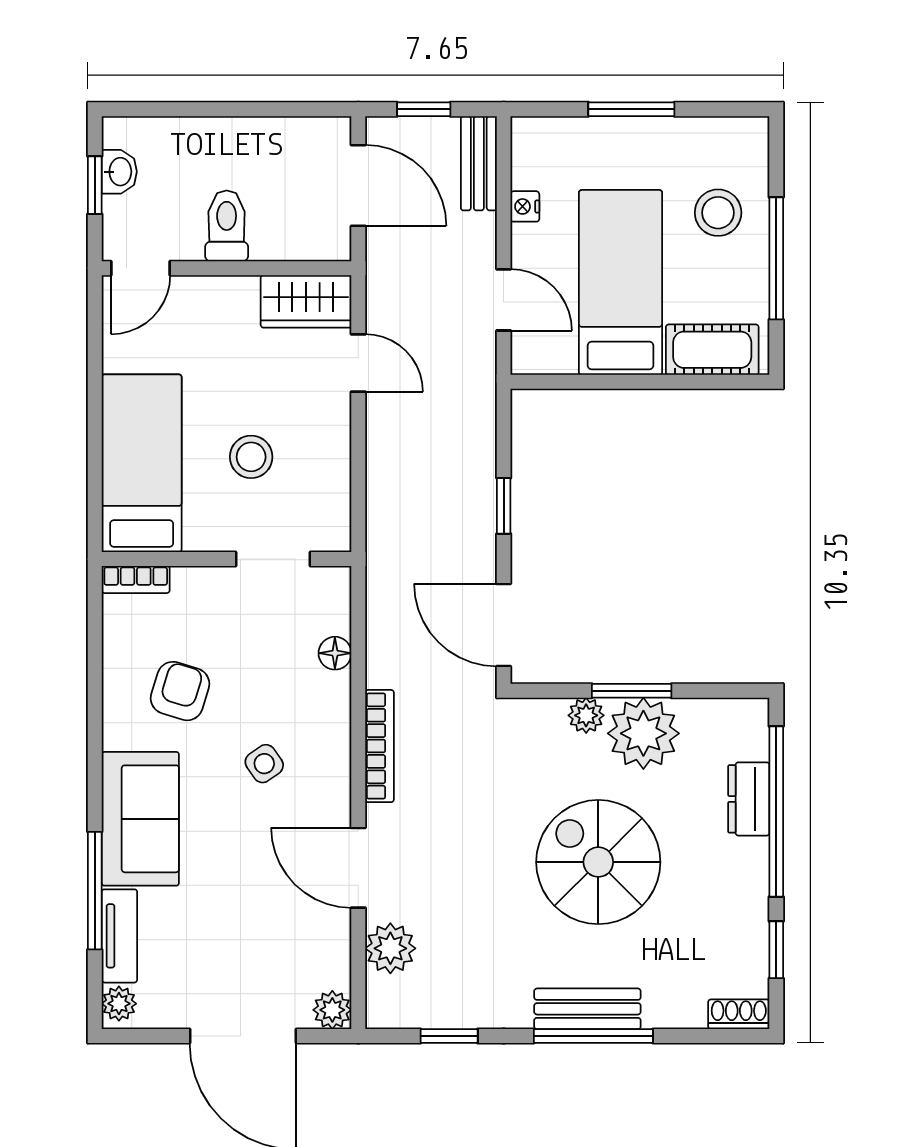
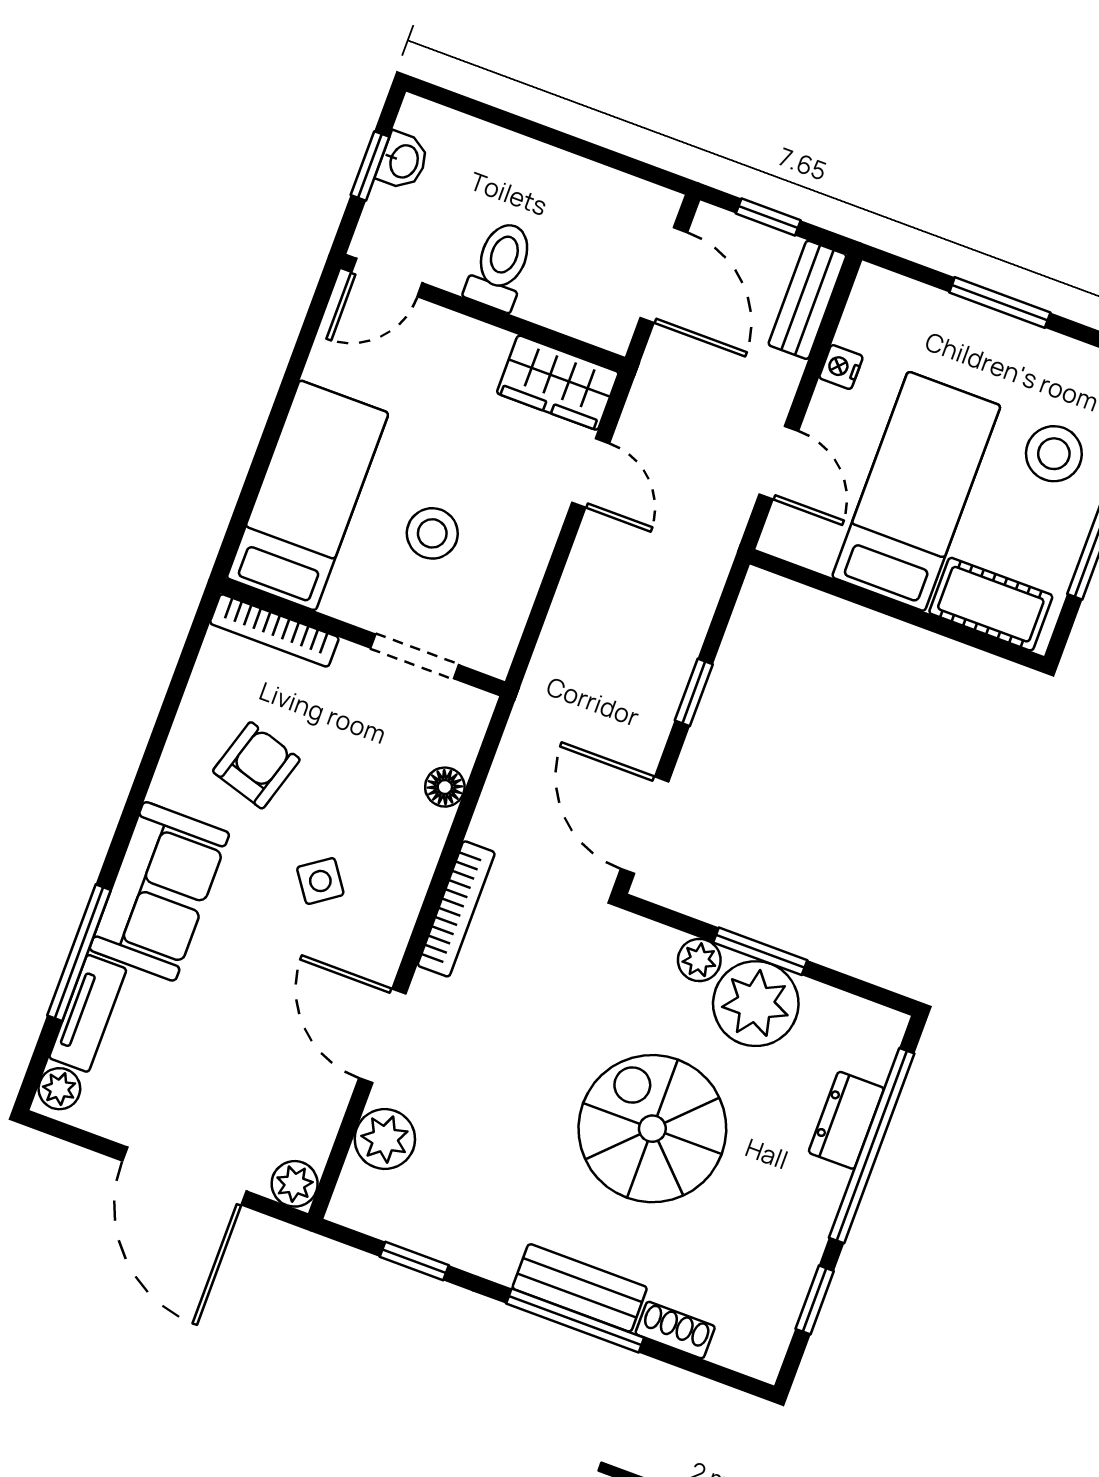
bookcase: (136, 579) -> (274, 630), width x1.56
shoe rack: (739, 1014) -> (675, 1330), moved

